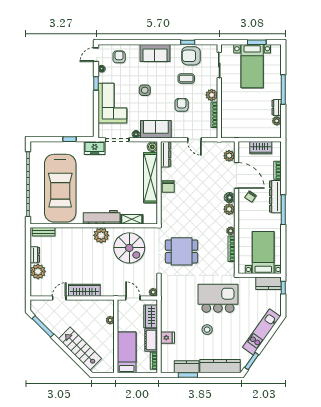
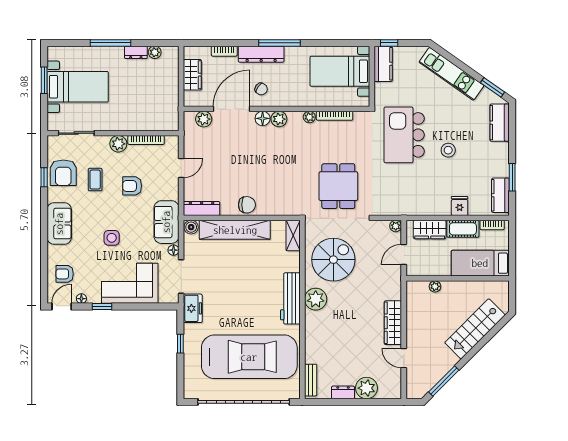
door: (96, 55) -> (62, 306), swing flipped
shelving: (132, 219) -> (293, 236), moved
kitchen counter: (220, 366) -> (500, 123), width x0.67
kitchen counter: (187, 367) -> (500, 195), moved

